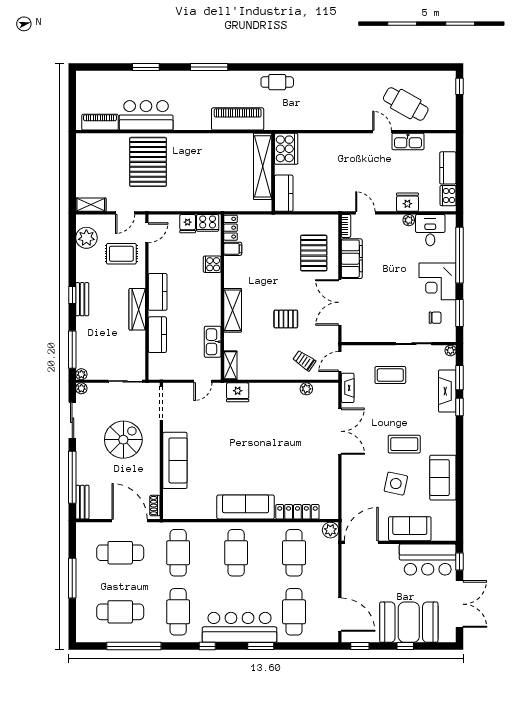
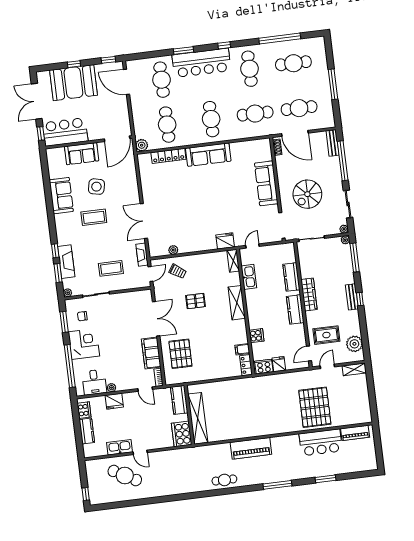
cooker: (286, 149) -> (182, 434), moved
shelving: (263, 166) -> (198, 418), moved
wall: (273, 172) -> (189, 415), moved
kitchen counter: (284, 193) -> (179, 400), moved
cafe table: (178, 553) -> (255, 114), turned 90

